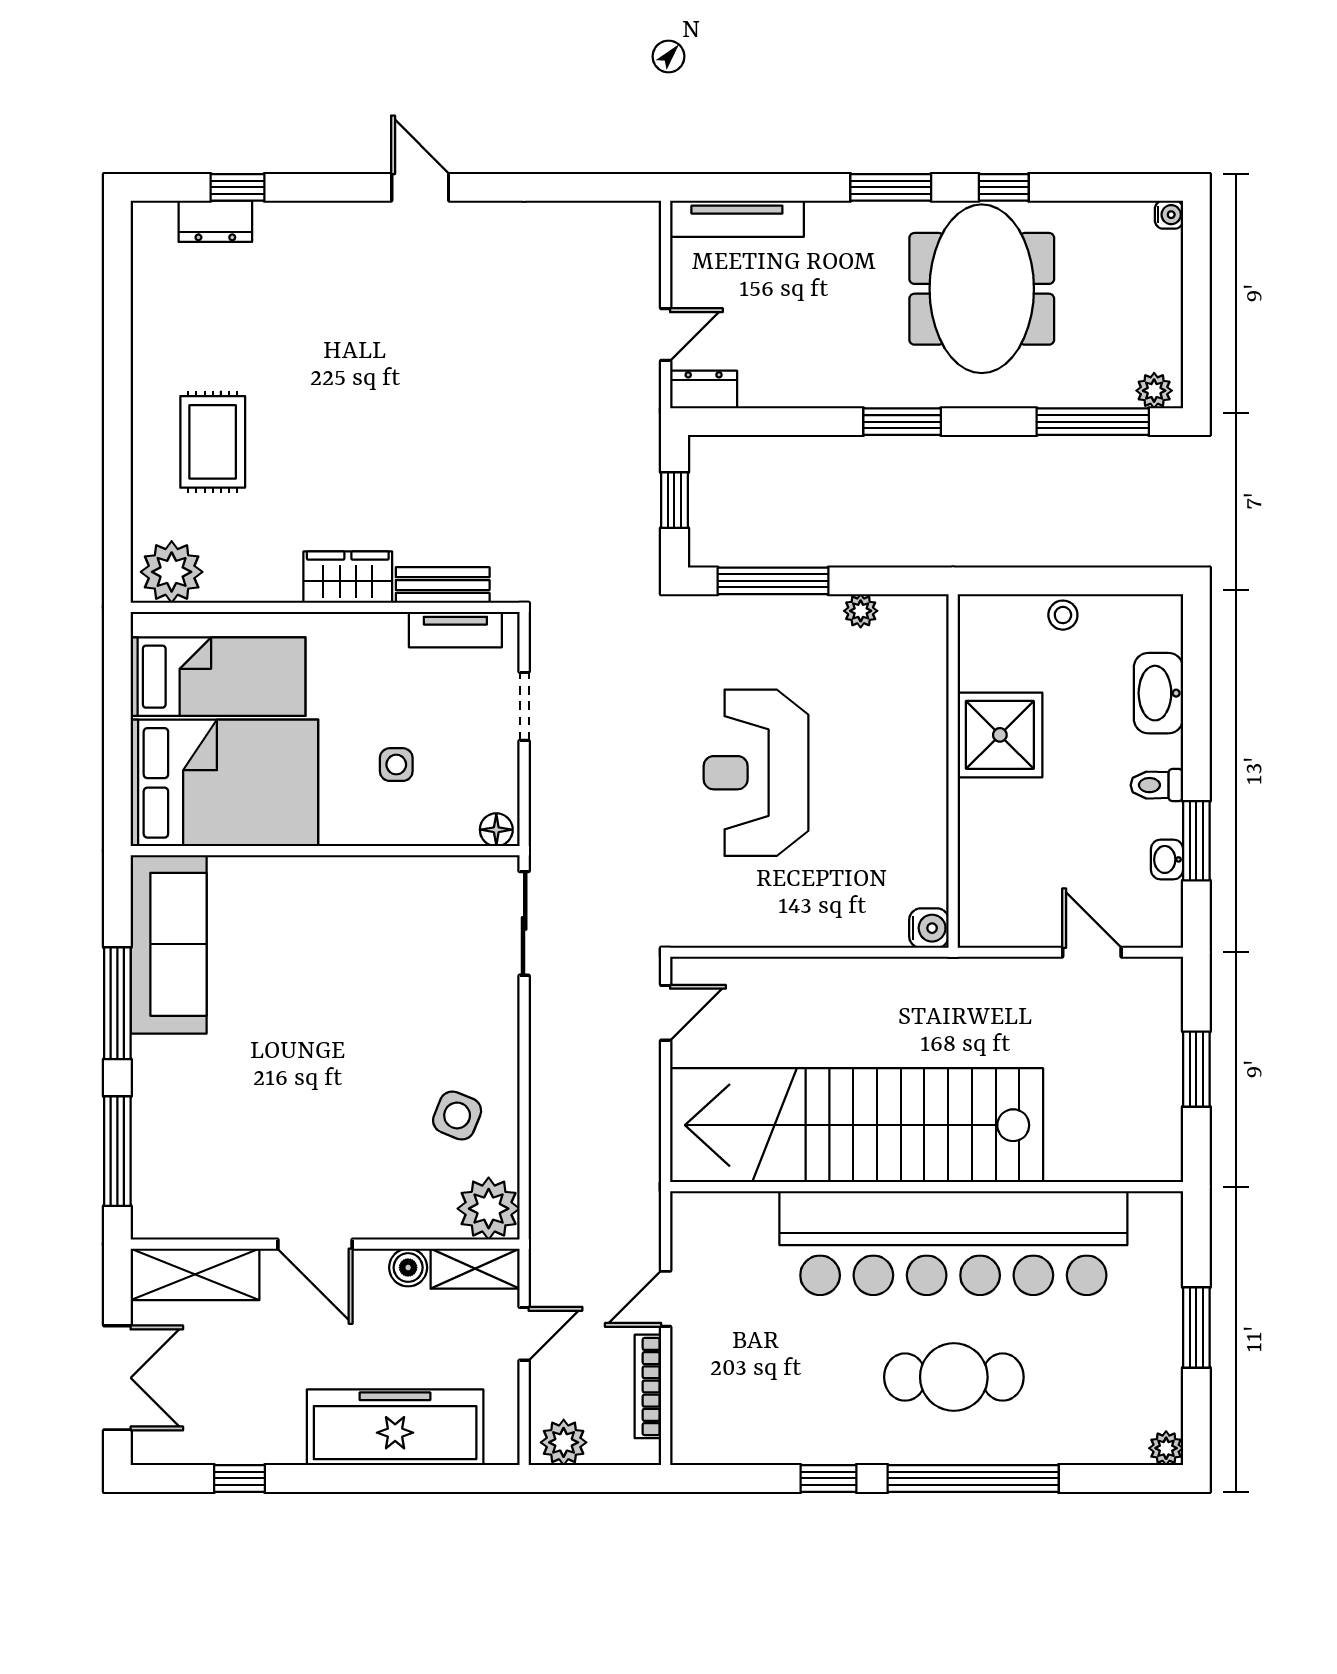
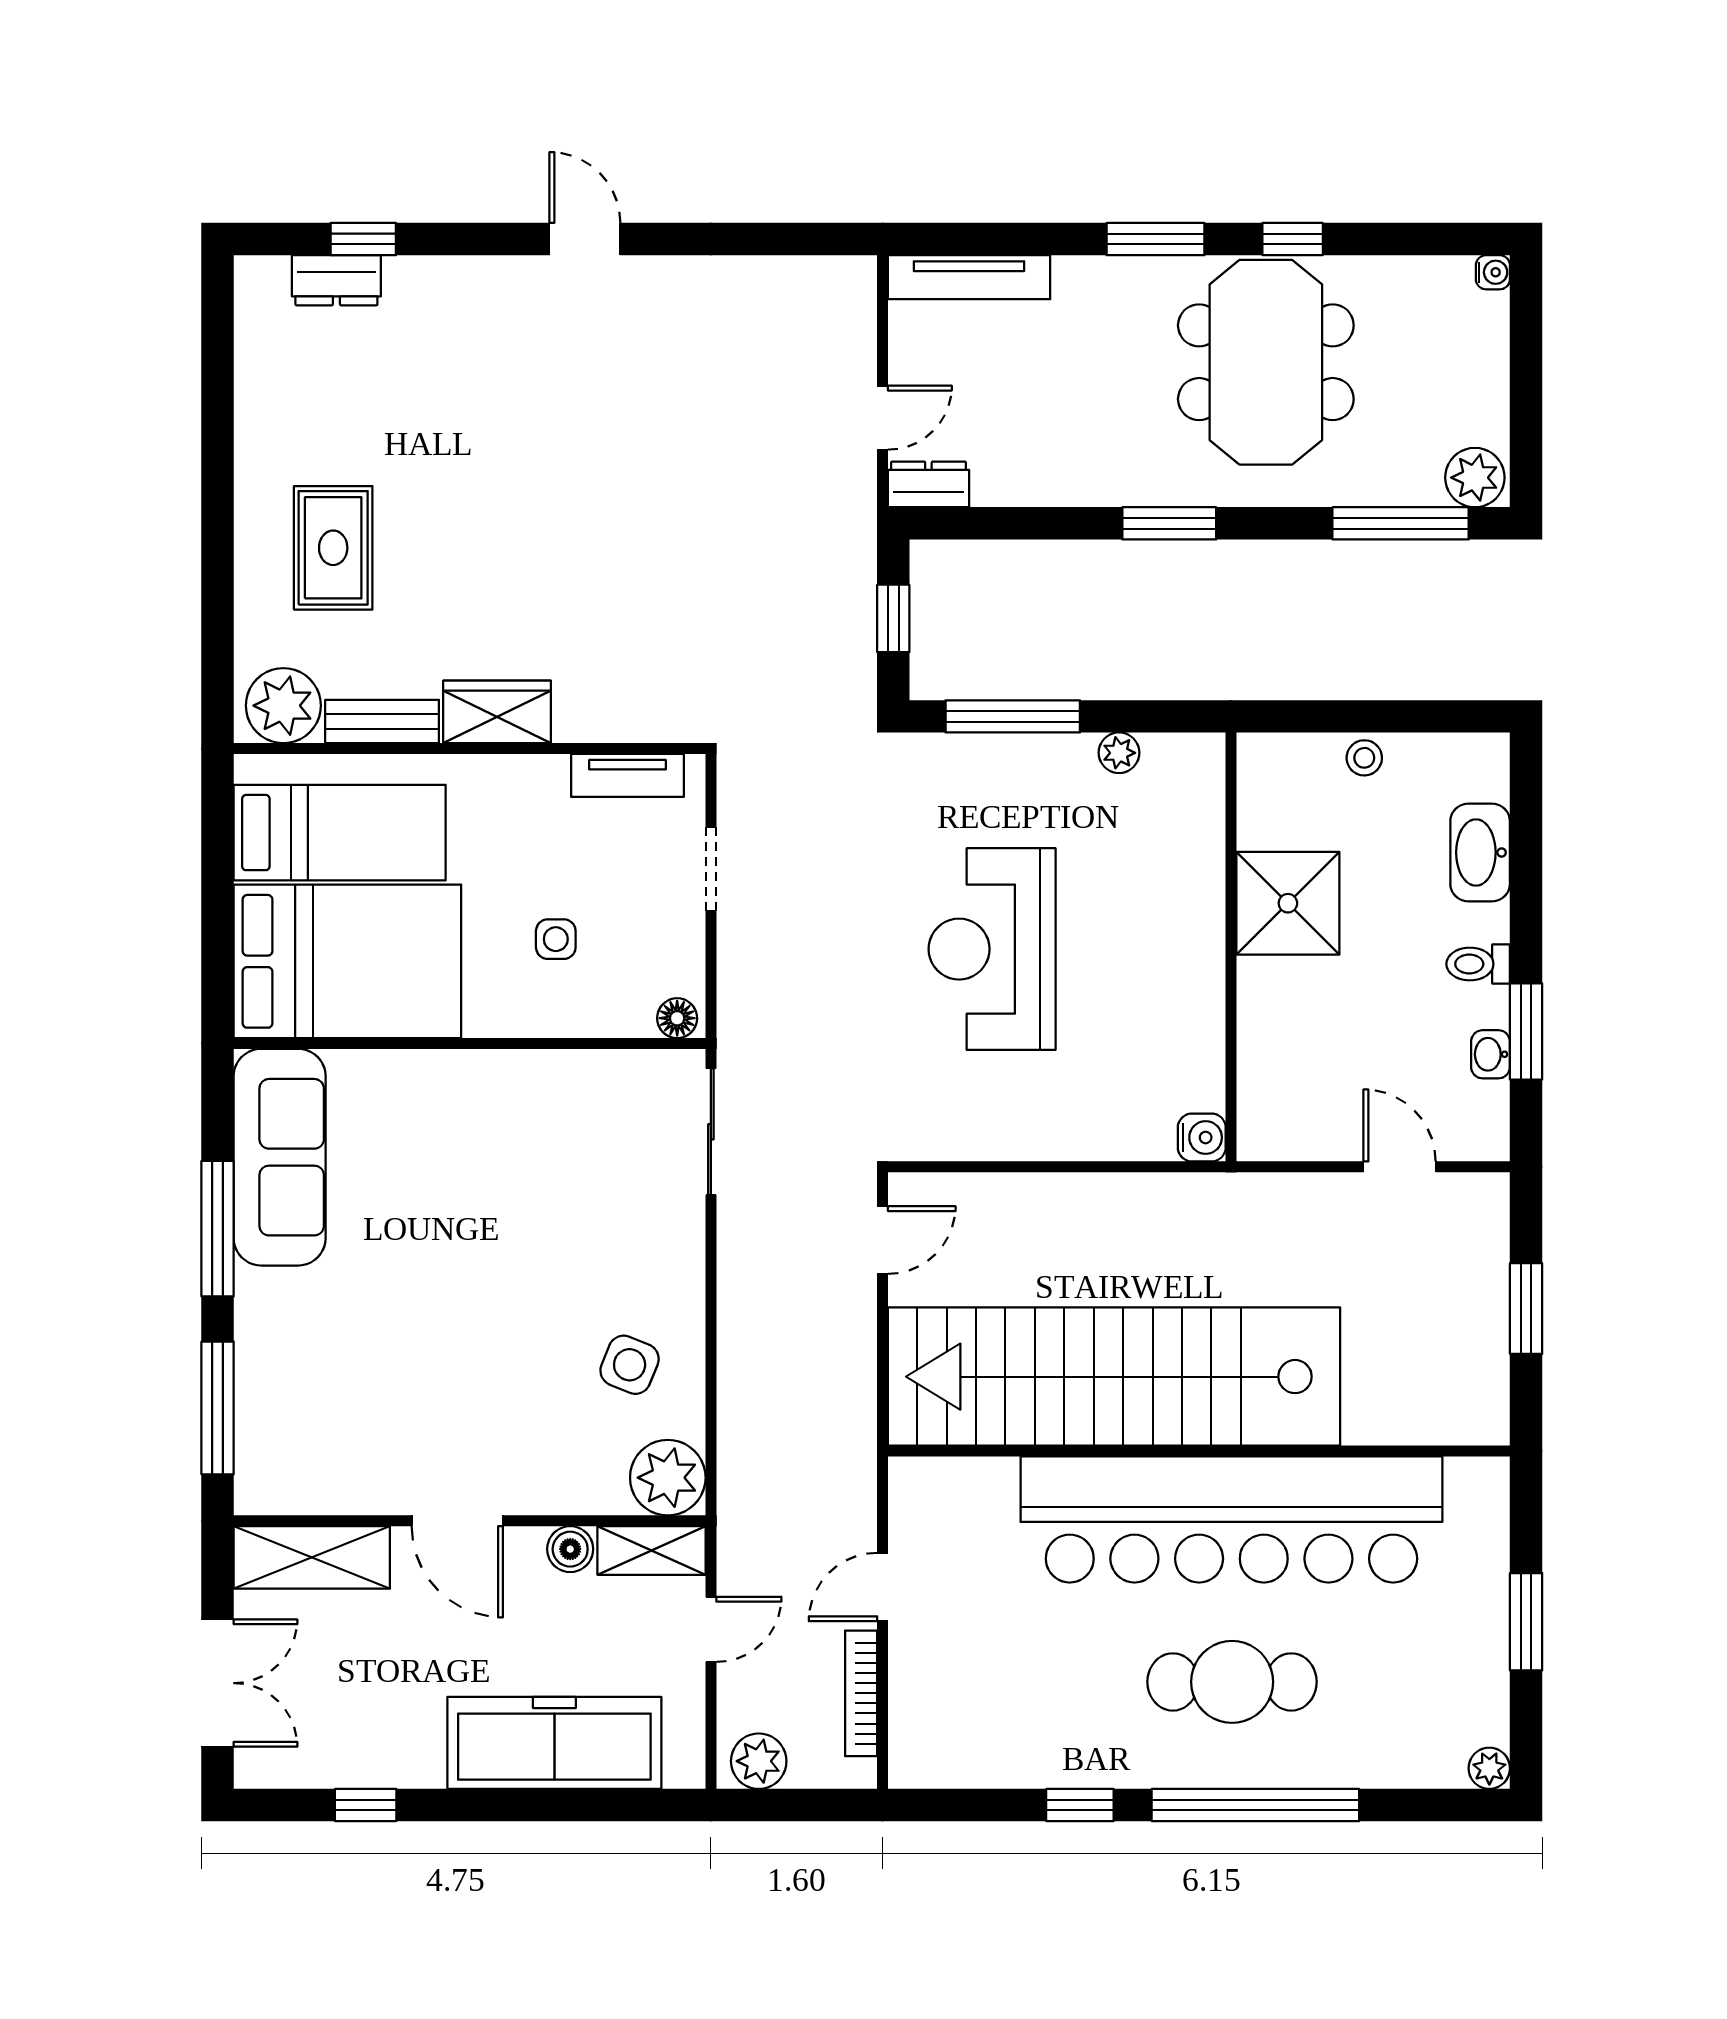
plant: (1154, 391) -> (1475, 478), width x1.38, depth x1.38
bench: (443, 585) -> (382, 721), moved

